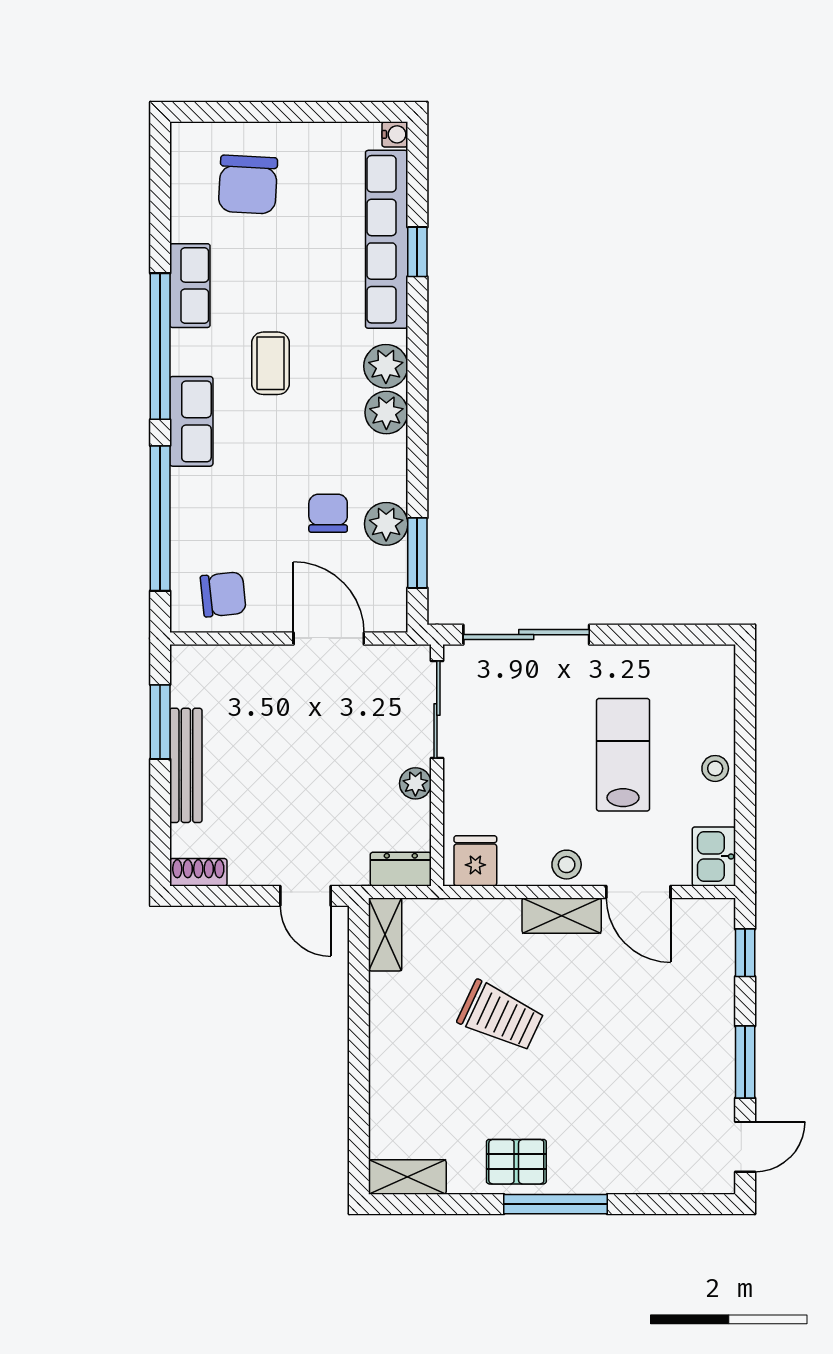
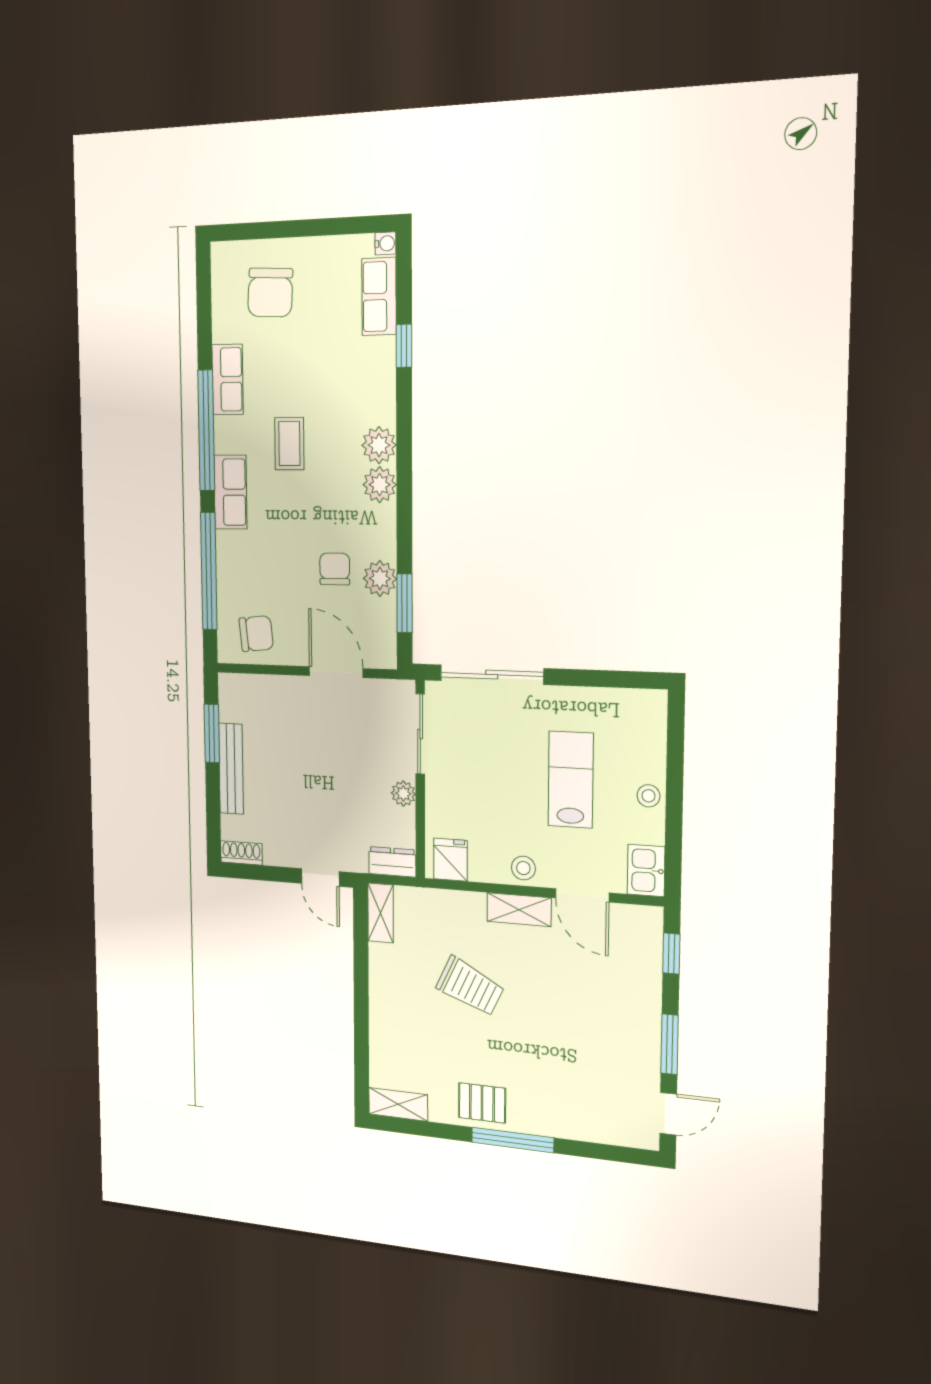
row of seats: (387, 239) -> (379, 297), width x0.50

